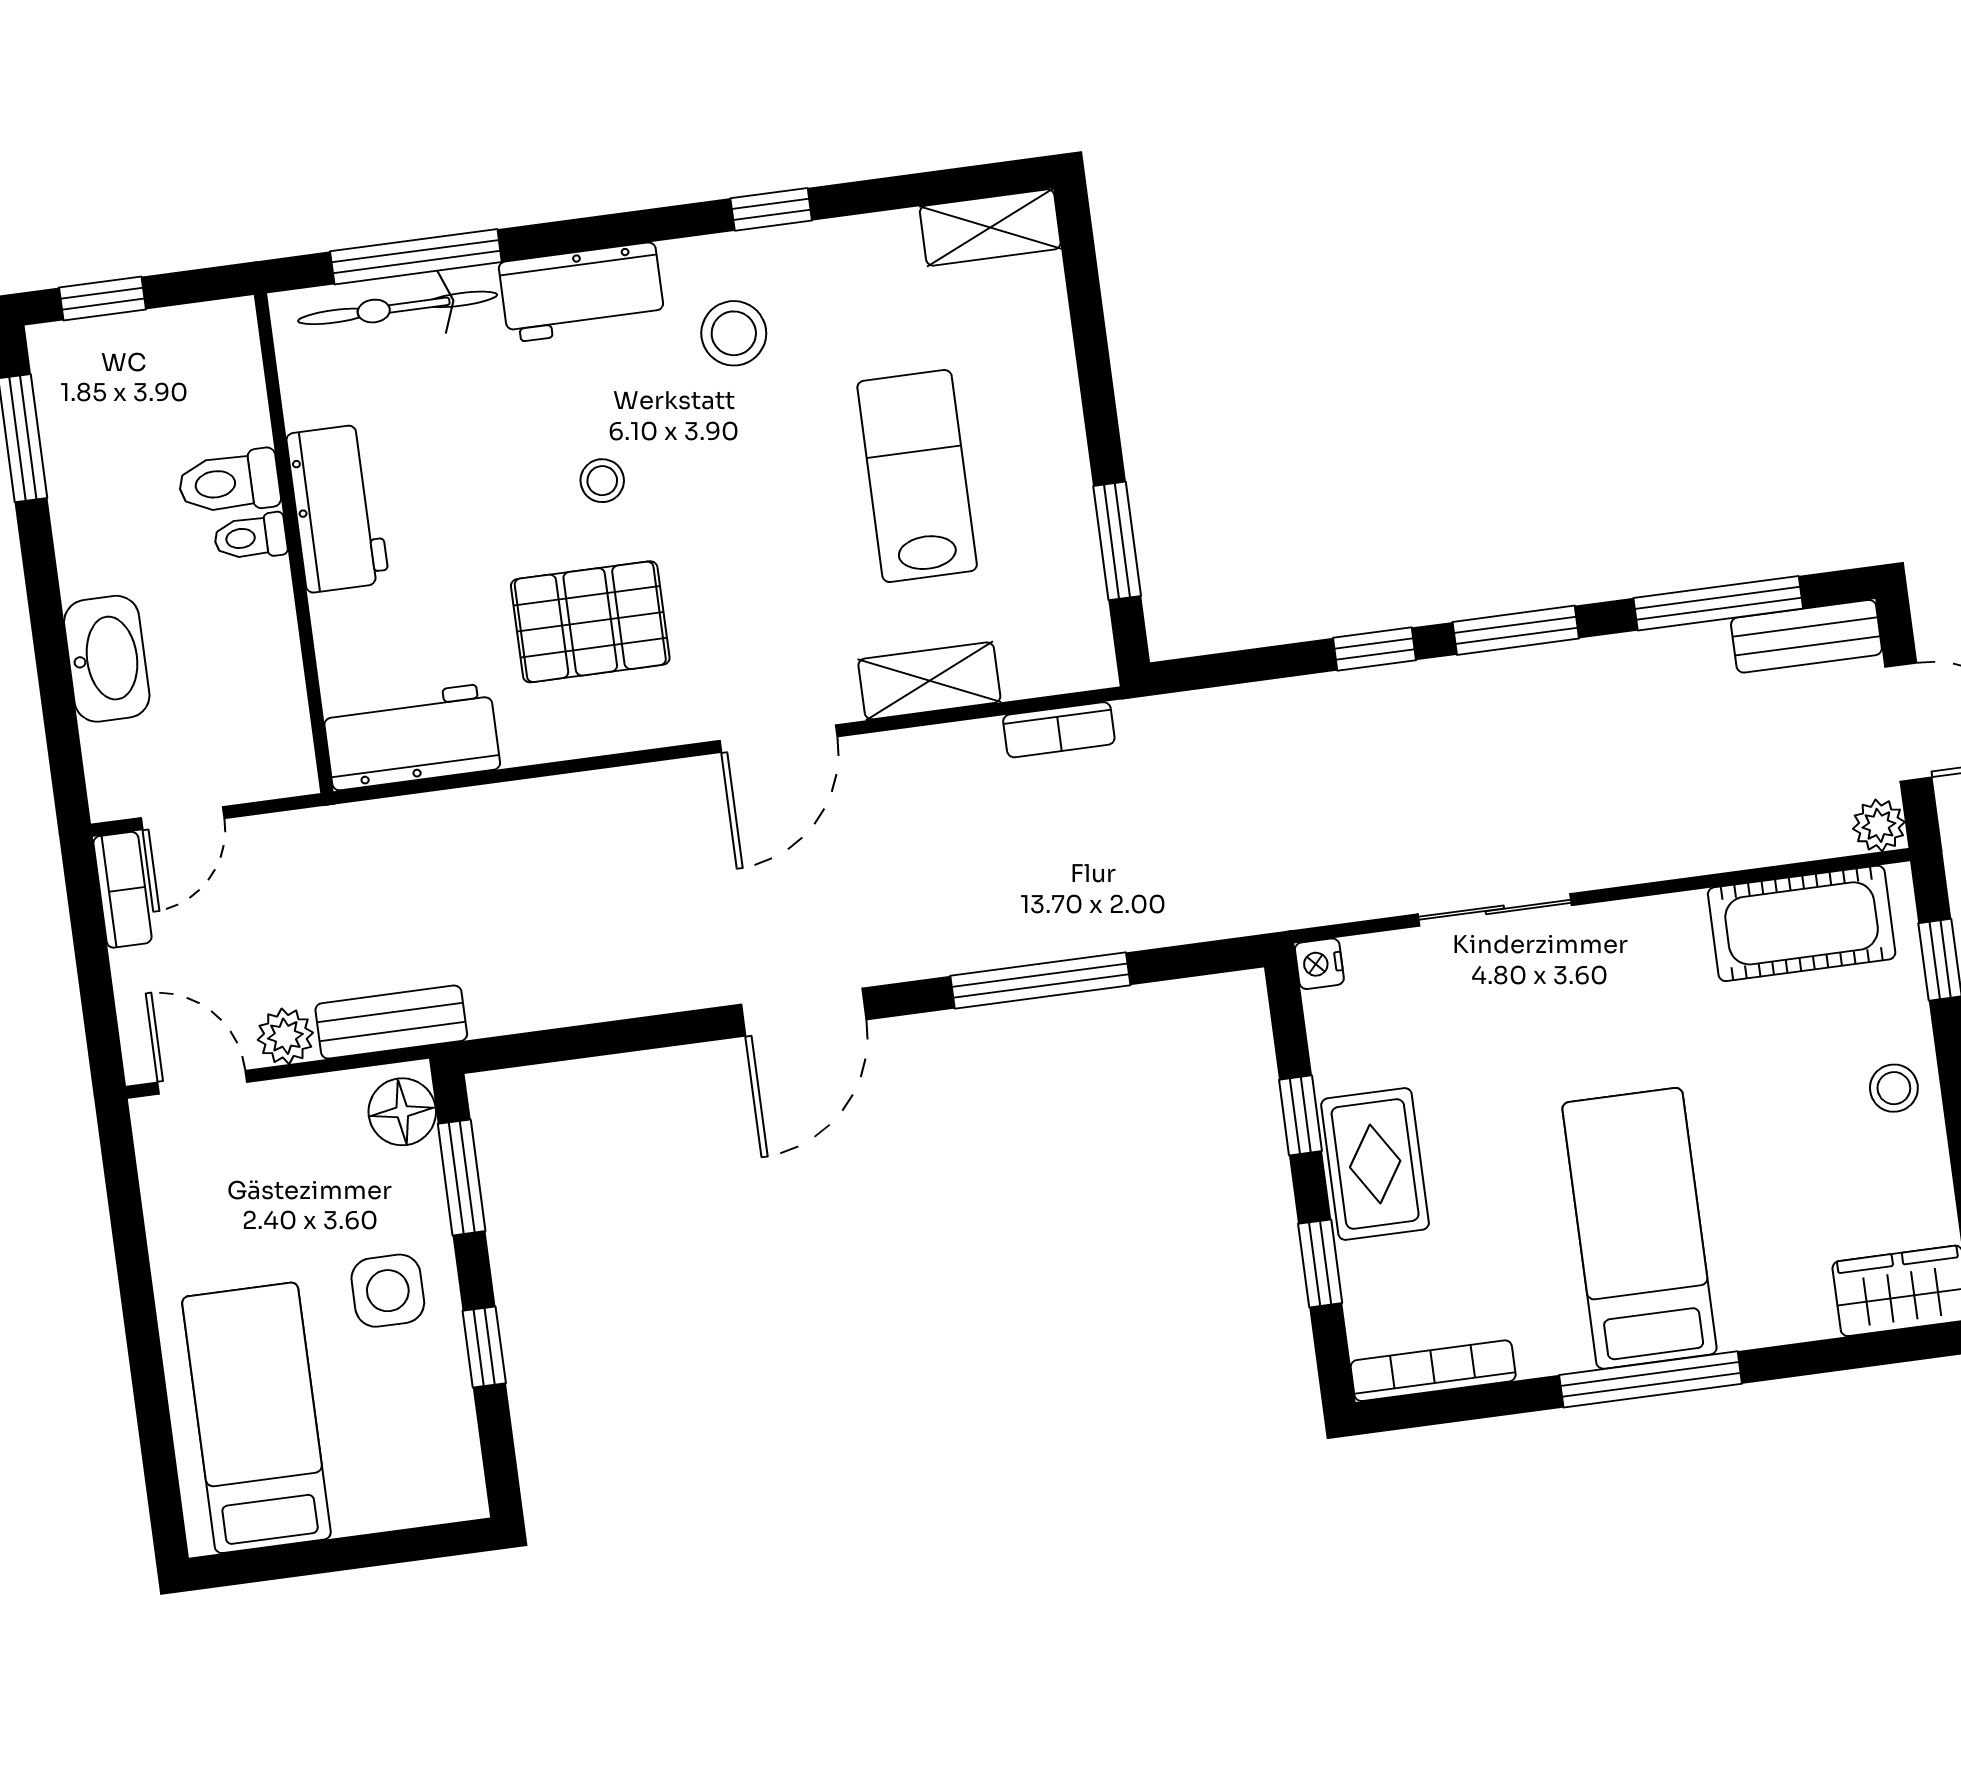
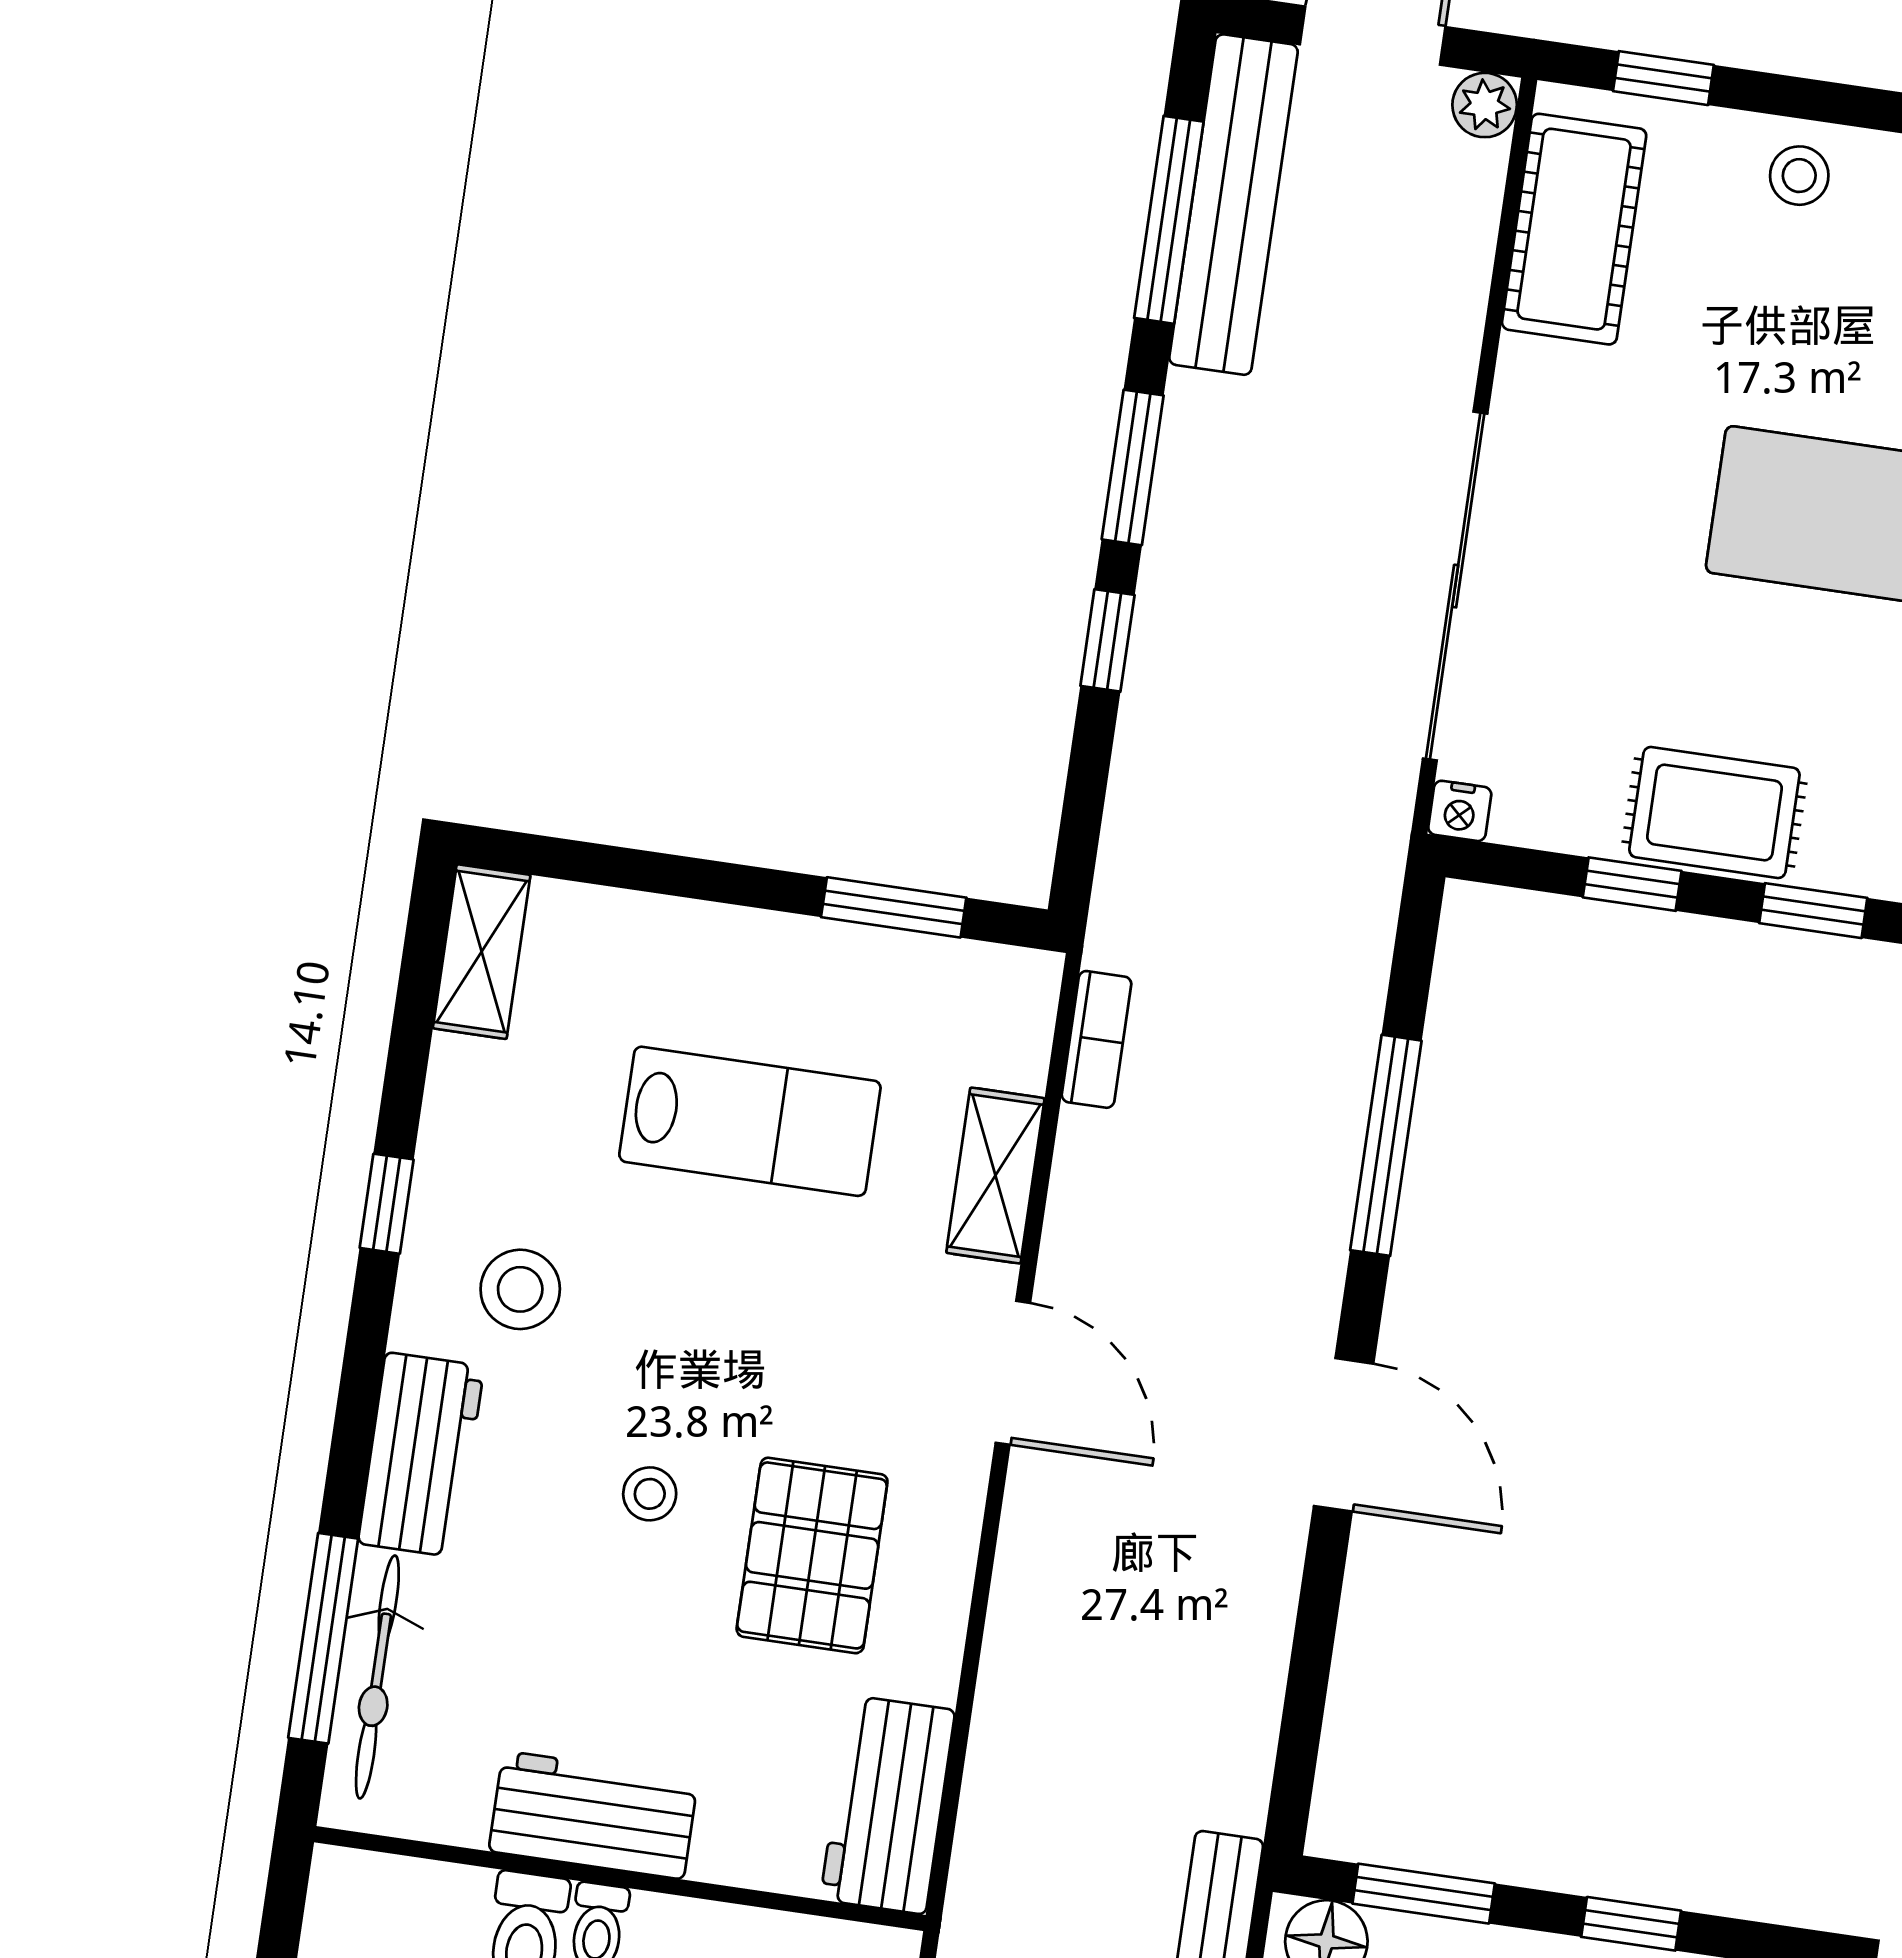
lab bench: (917, 476) -> (750, 1121), turned 180
bench: (1806, 636) -> (1233, 205), width x1.86, depth x1.21
sliding door: (1495, 910) -> (1455, 586), width x1.86

